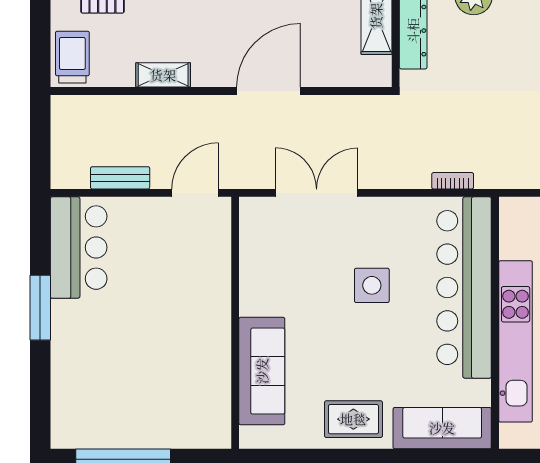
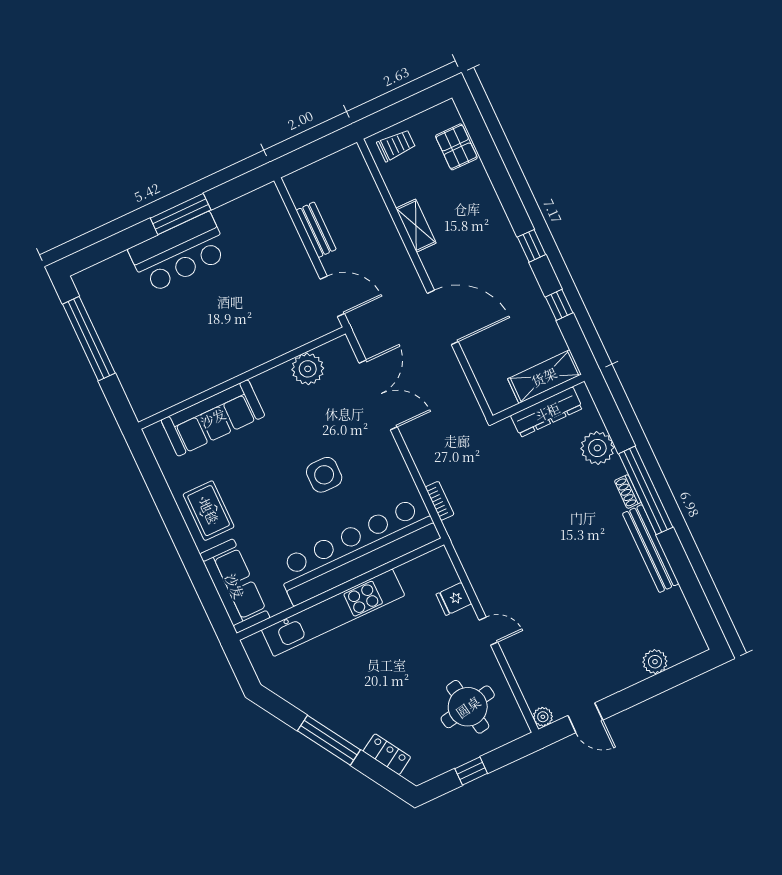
trolley: (72, 57) -> (396, 145), width x0.73, depth x0.72
bar counter: (79, 248) -> (179, 253), moved
plant: (257, 252) -> (308, 369), added

